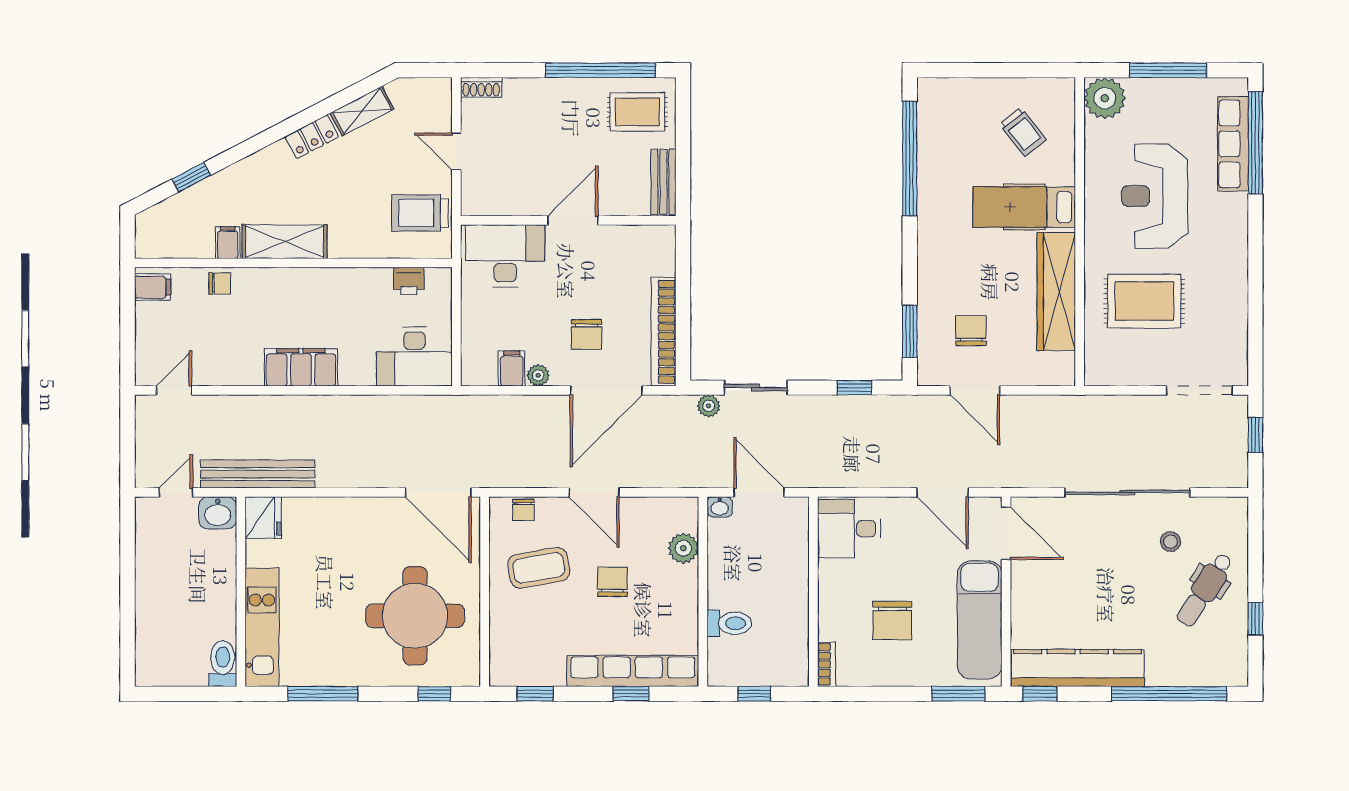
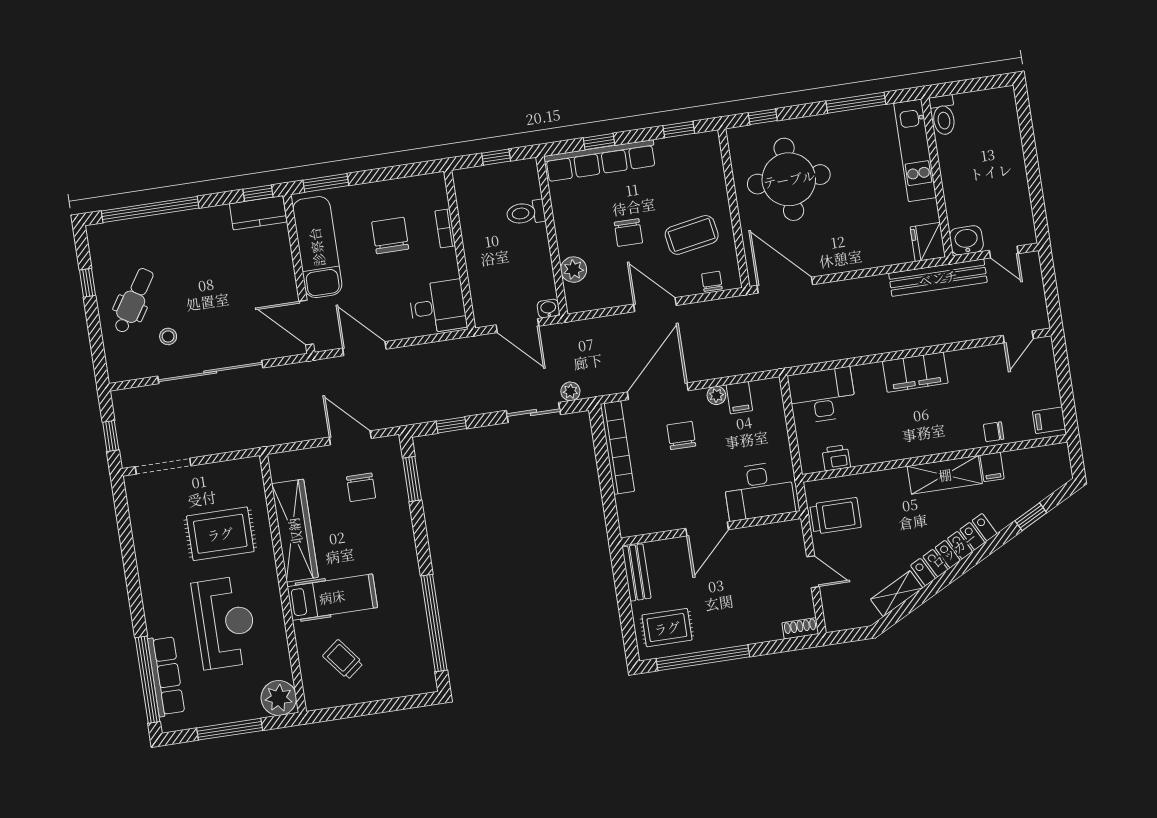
locker: (312, 137) -> (954, 550), width x2.16, depth x1.21
door: (176, 492) -> (1004, 252), hinge flipped
bookcase: (827, 664) -> (445, 228), moved
kitchen counter: (1078, 668) -> (258, 213), width x0.48, depth x0.86

